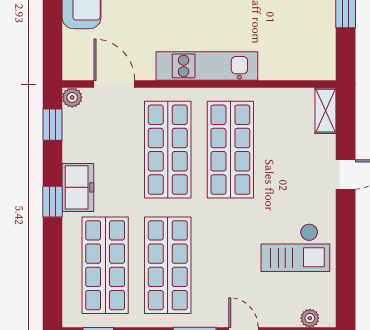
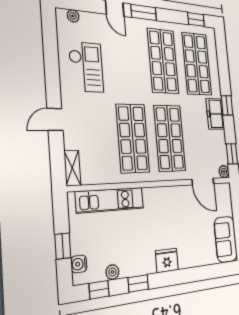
kitchen unit: (207, 66) -> (110, 200), moved
checkout: (295, 248) -> (86, 67), turned 90

